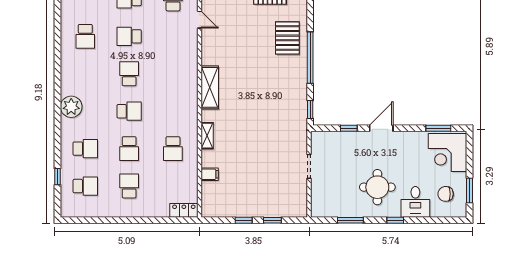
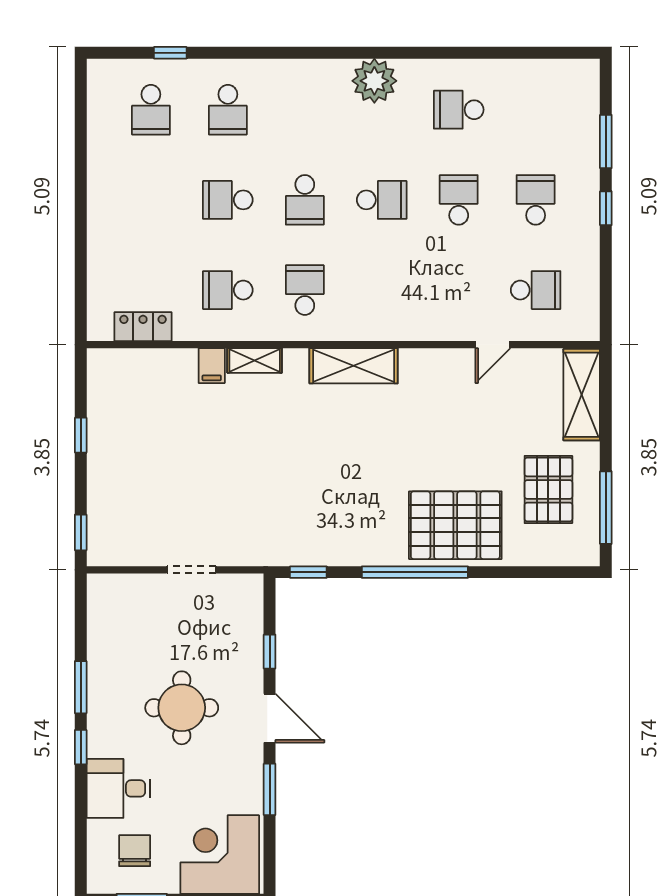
pallet: (287, 38) -> (455, 525), width x1.37, depth x1.41
plant: (71, 107) -> (374, 81), moved
window: (438, 128) -> (270, 789), moved
filing cabinet: (210, 174) -> (212, 366), moved
school desk: (129, 186) -> (305, 290), moved, turned -90
round table: (377, 187) -> (182, 708), moved
locker: (184, 210) -> (143, 327), moved, turned -90
window: (272, 220) -> (81, 532), moved
window: (350, 220) -> (81, 687), moved

